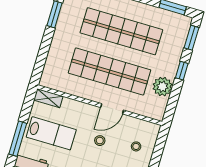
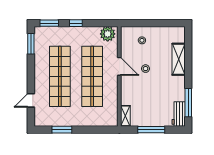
plant: (162, 87) -> (108, 34), moved
lab bench: (51, 133) -> (151, 106), removed
window: (18, 139) -> (151, 130), moved

